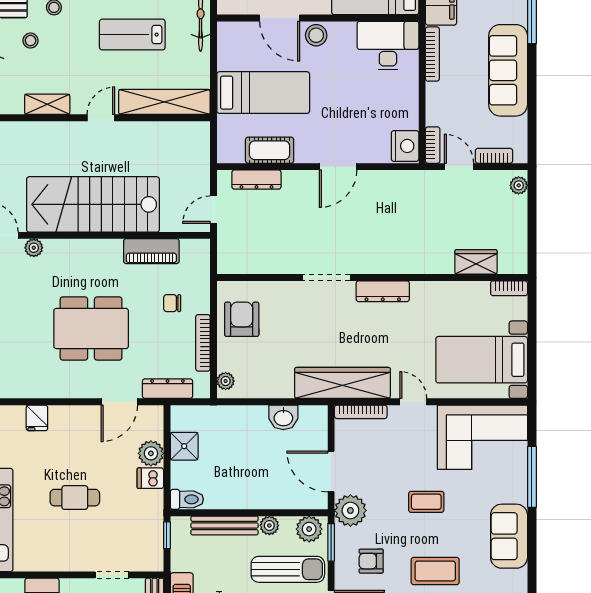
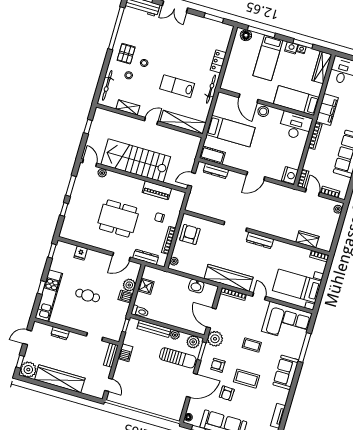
cot: (270, 150) -> (212, 155), moved

